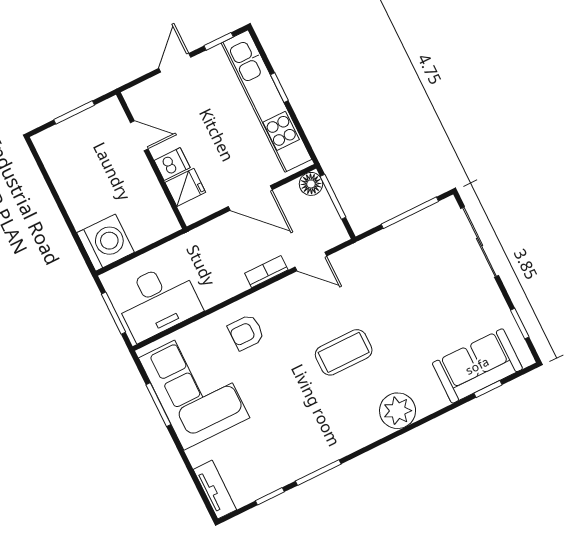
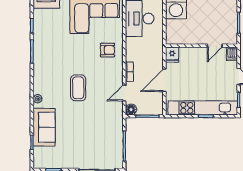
dishwasher: (172, 164) -> (232, 54), moved
floor lamp: (311, 184) -> (131, 109), moved
fridge: (185, 187) -> (172, 55), moved
armchair: (246, 332) -> (107, 50), turned 90
sofa: (477, 366) -> (44, 127), moved
plant: (398, 411) -> (38, 99), width x0.53, depth x0.53

